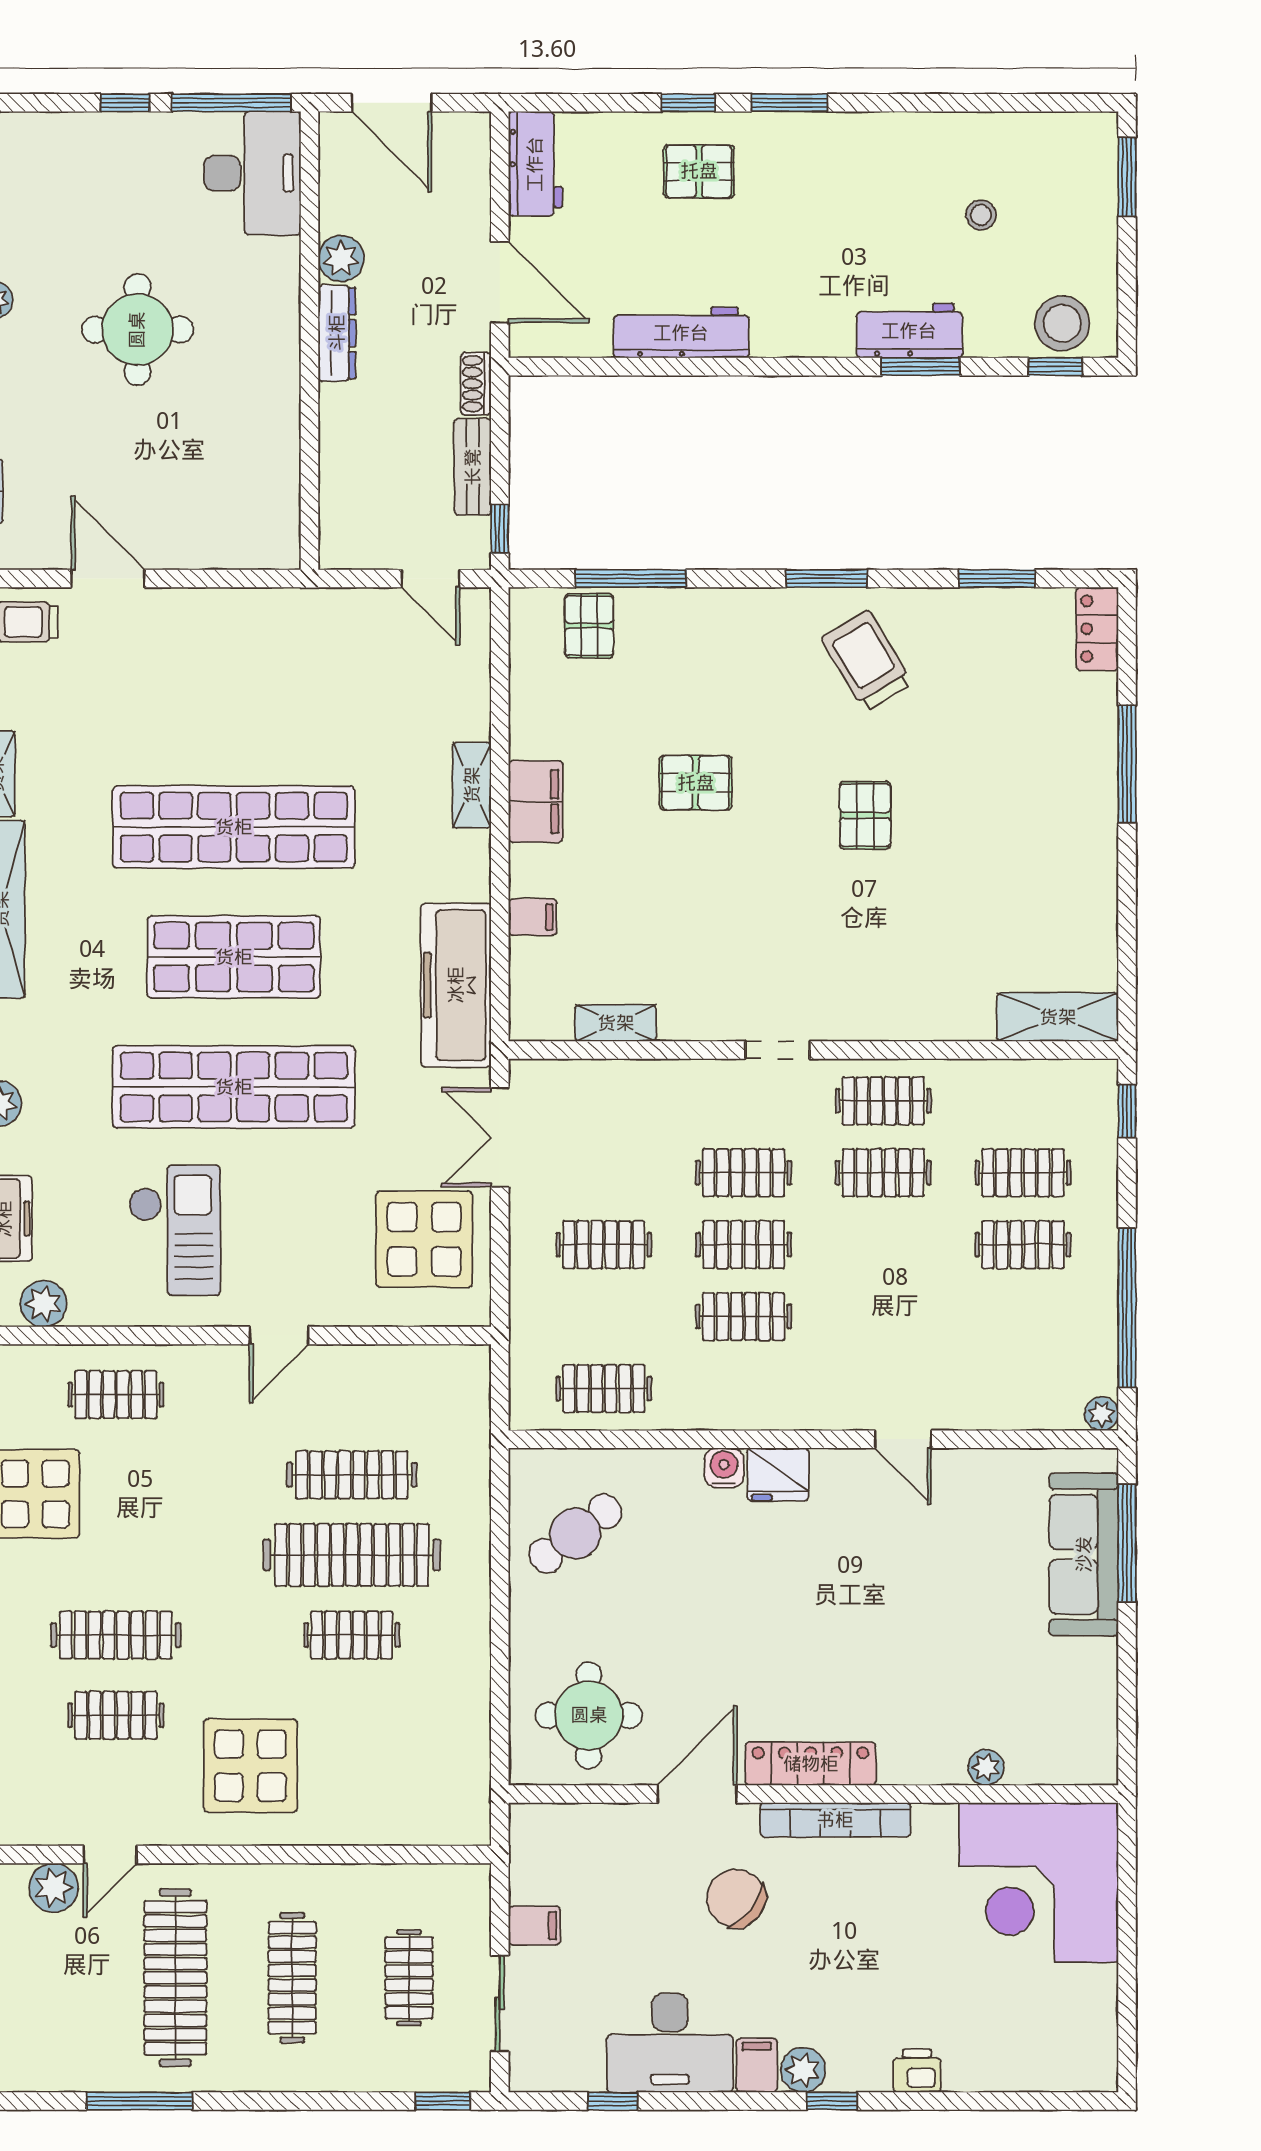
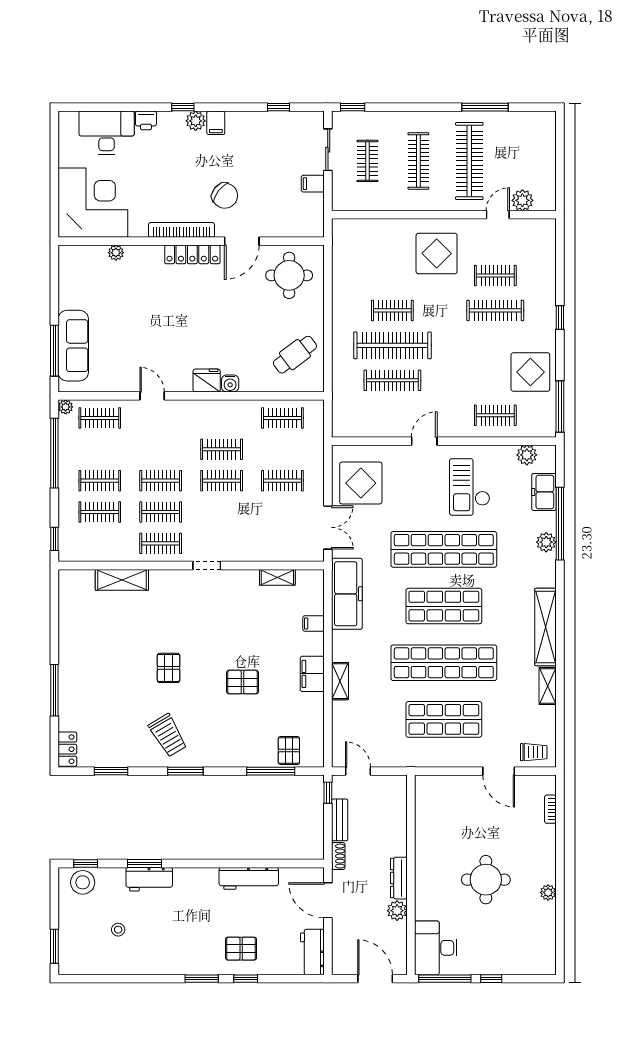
shop shelf: (234, 697) -> (444, 719), added
shelving: (1058, 1017) -> (122, 580), moved
clothes rail: (744, 1173) -> (161, 481), moved
clothes rail: (1023, 1388) -> (100, 418), added
desk: (670, 2043) -> (107, 133), moved

